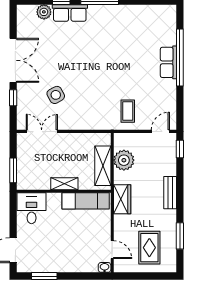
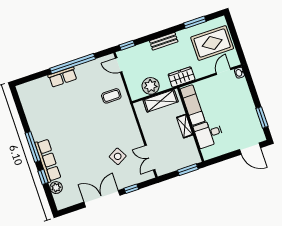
row of seats: (70, 13) -> (48, 160), width x1.48
window: (180, 57) -> (73, 64), moved
desk: (32, 208) -> (209, 134), moved
rug: (149, 248) -> (212, 43), width x1.36, depth x1.43

